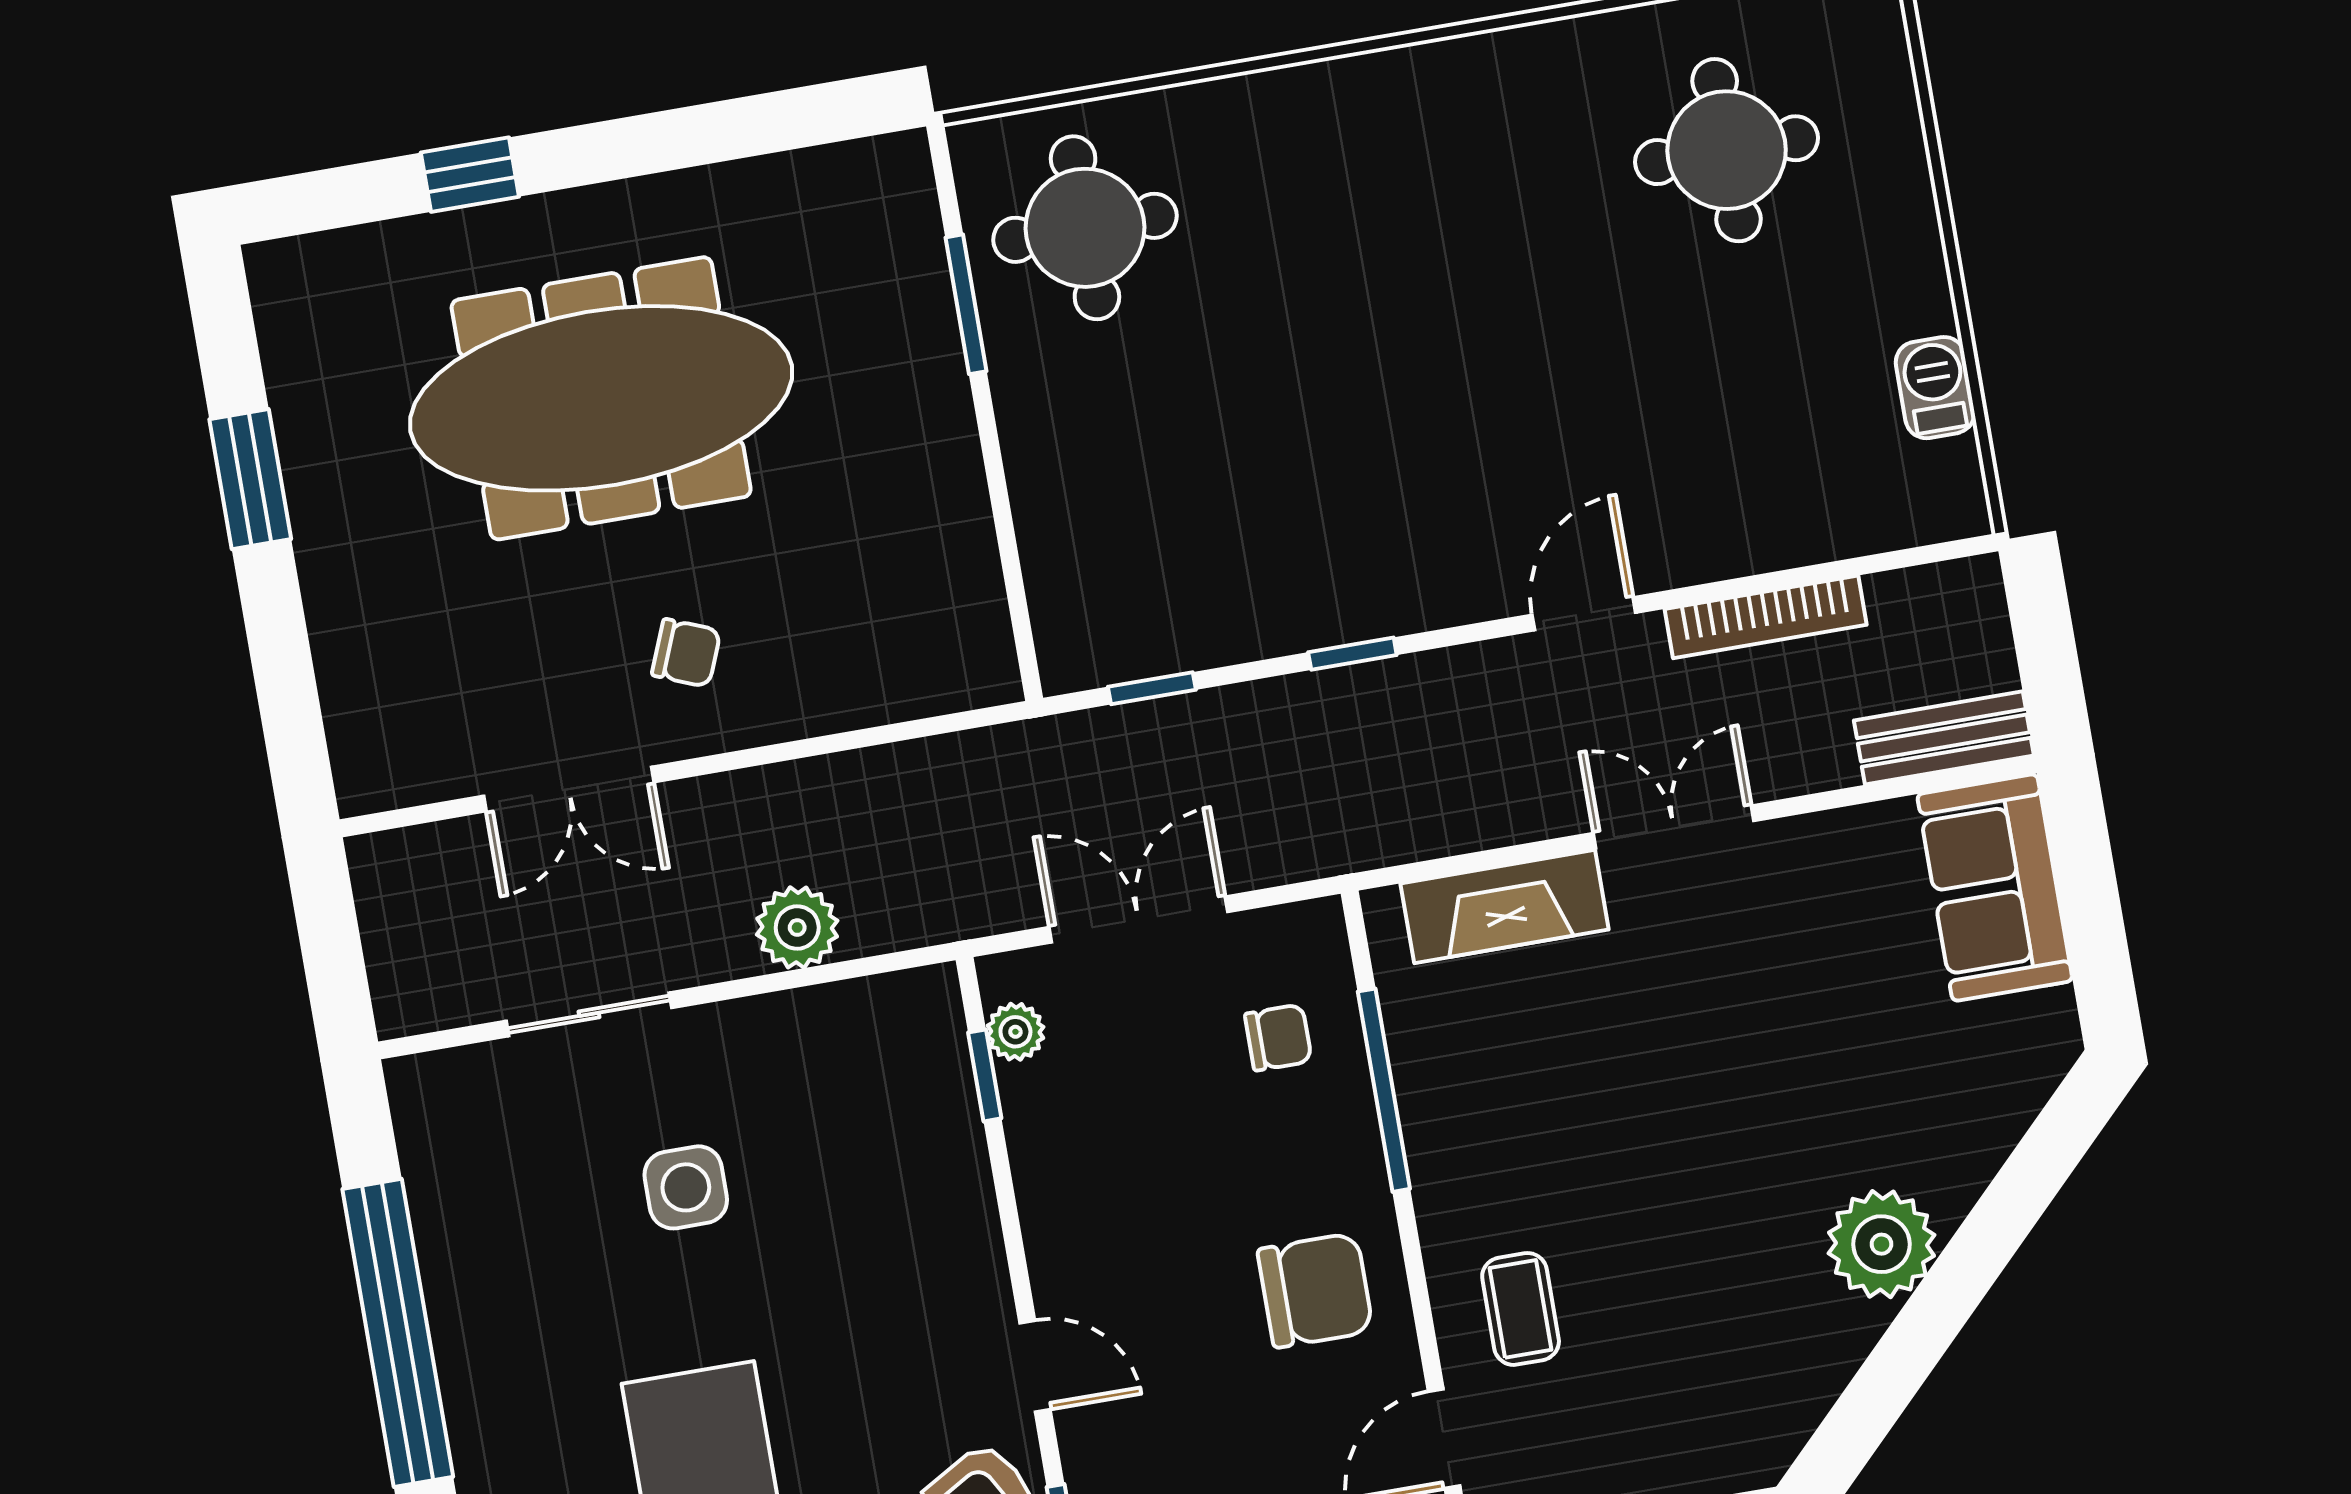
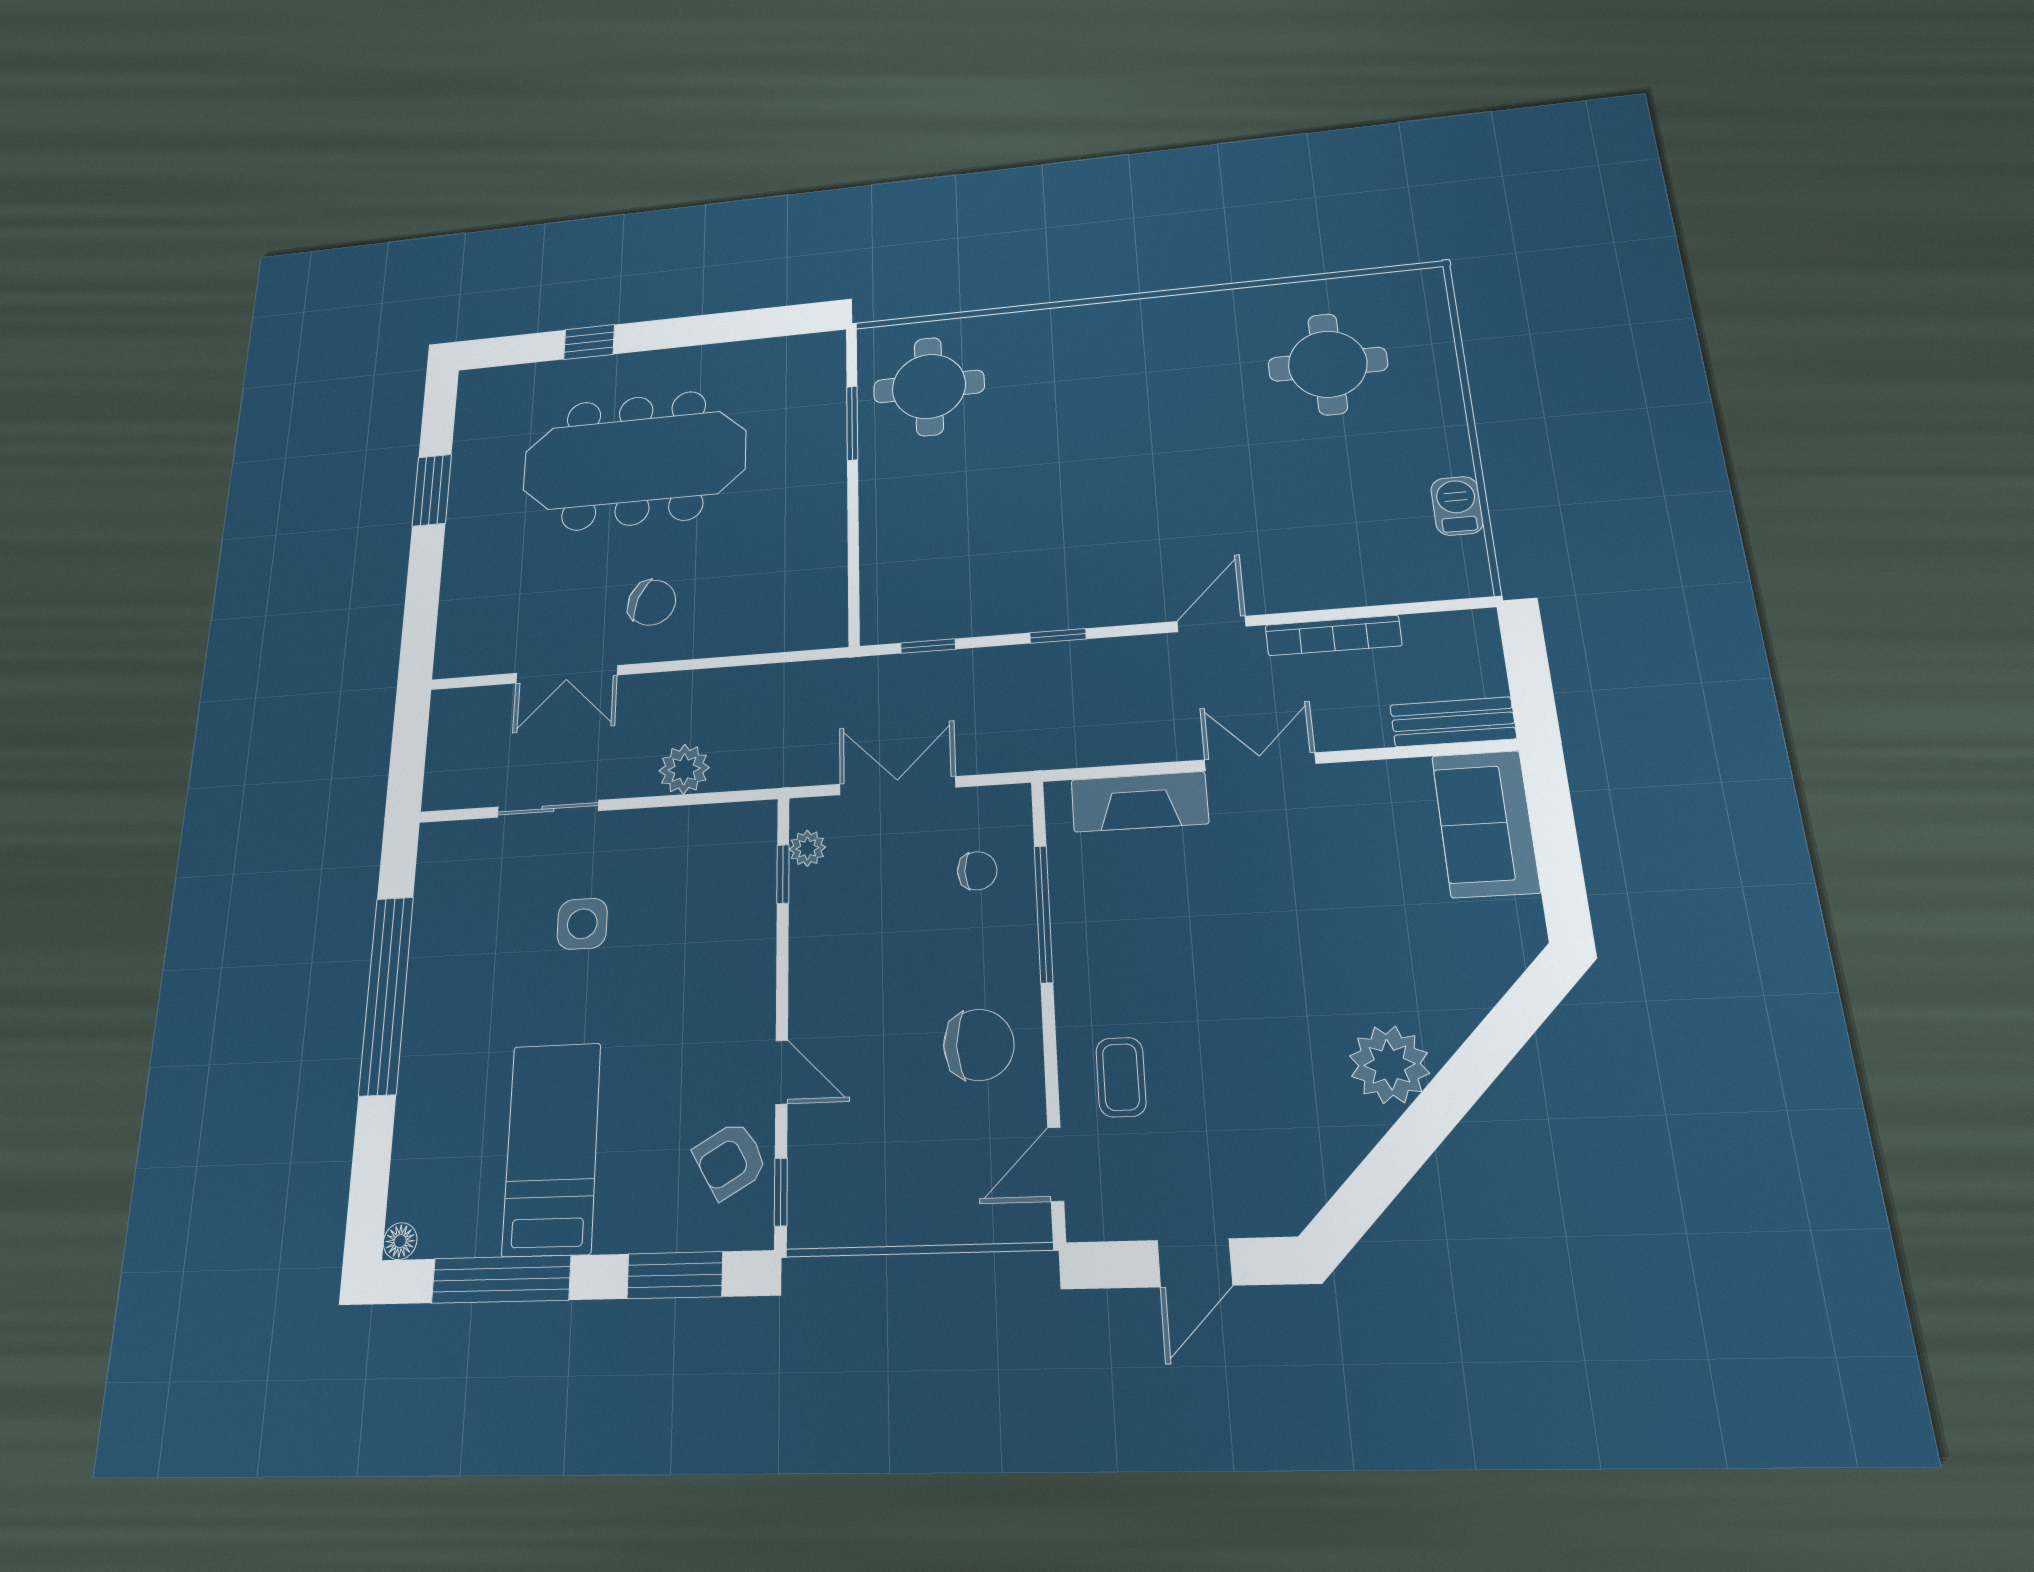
chair: (686, 653) -> (652, 603), width x1.37, depth x1.37

